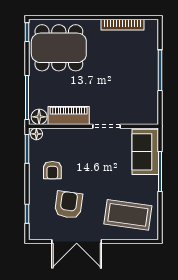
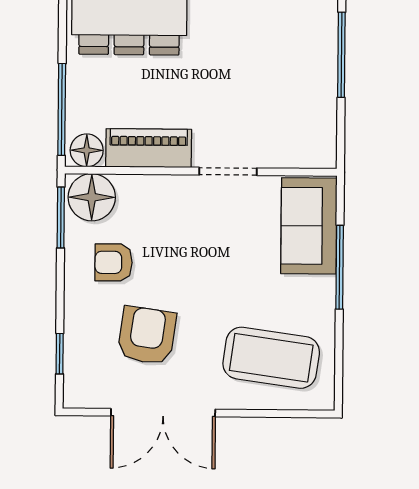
floor lamp: (36, 134) -> (92, 197), width x1.89, depth x1.89
armchair: (52, 170) -> (114, 262), turned 90

